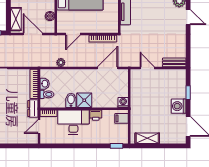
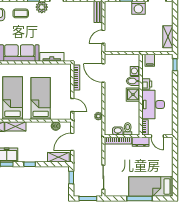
bidet: (71, 100) -> (133, 81), moved
washing machine: (123, 102) -> (135, 71), moved

